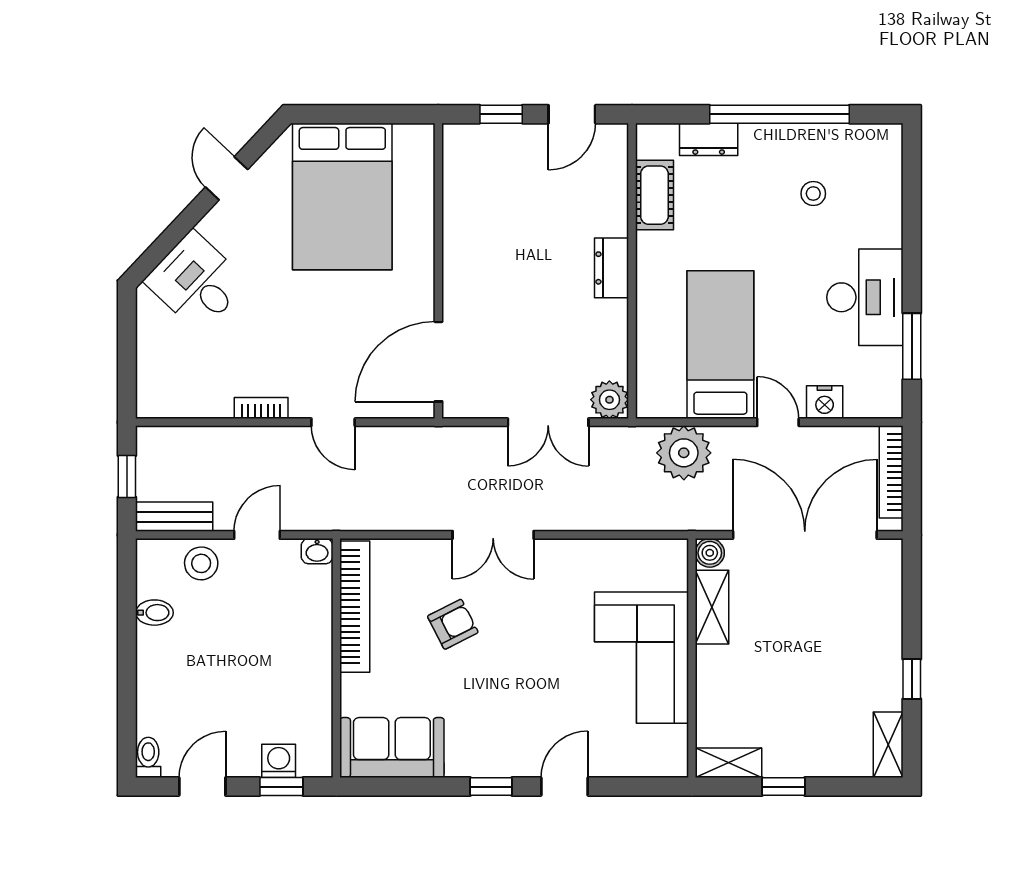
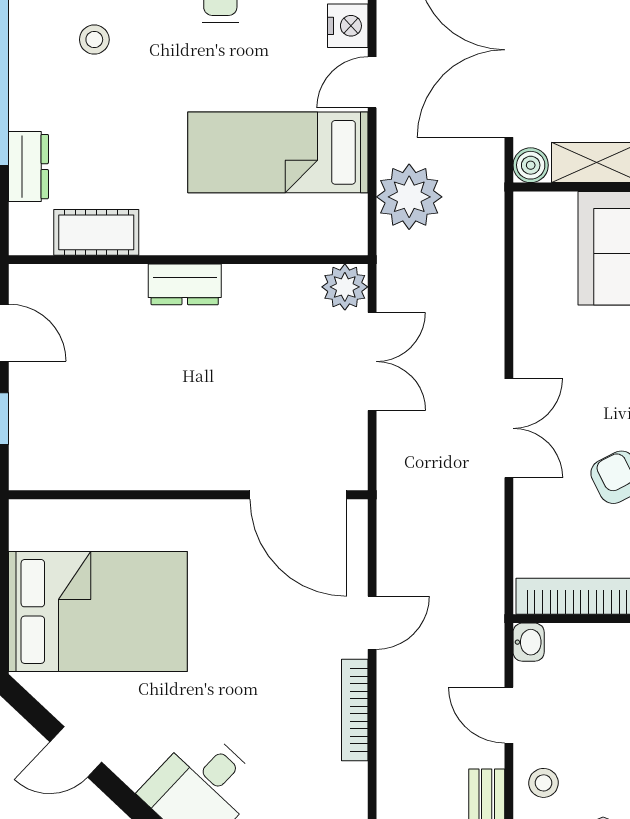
bookcase: (261, 408) -> (355, 710), width x1.56
stool: (201, 563) -> (543, 783), width x0.73, depth x0.73

